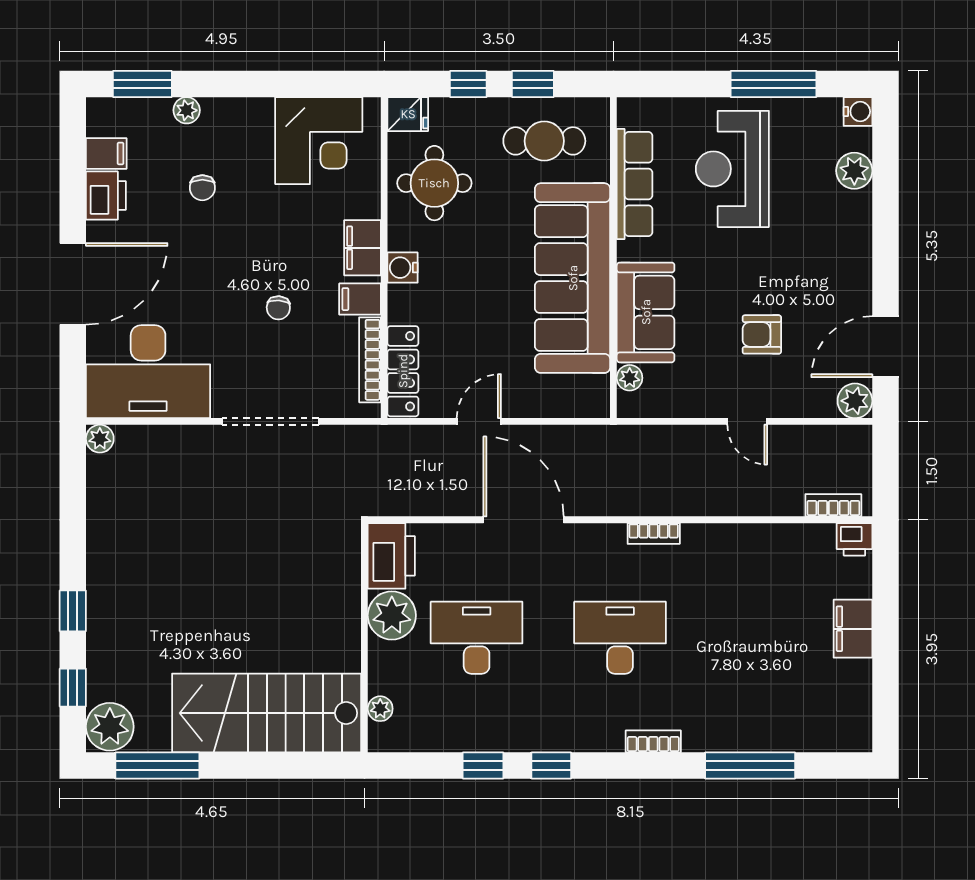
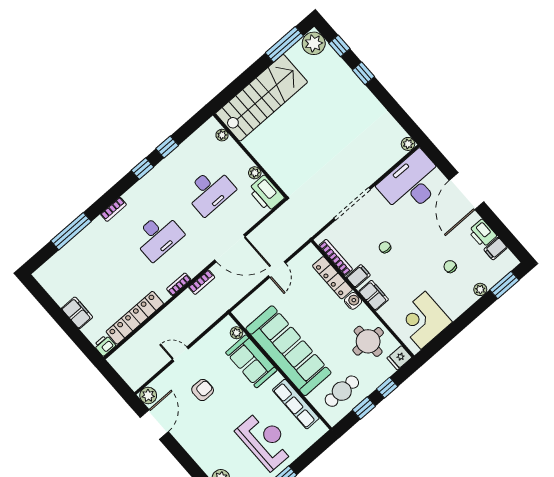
locker: (403, 371) -> (332, 278), moved
bookcase: (833, 505) -> (202, 282), moved
locker: (769, 541) -> (135, 318), added
plant: (392, 615) -> (255, 173), width x0.53, depth x0.53

